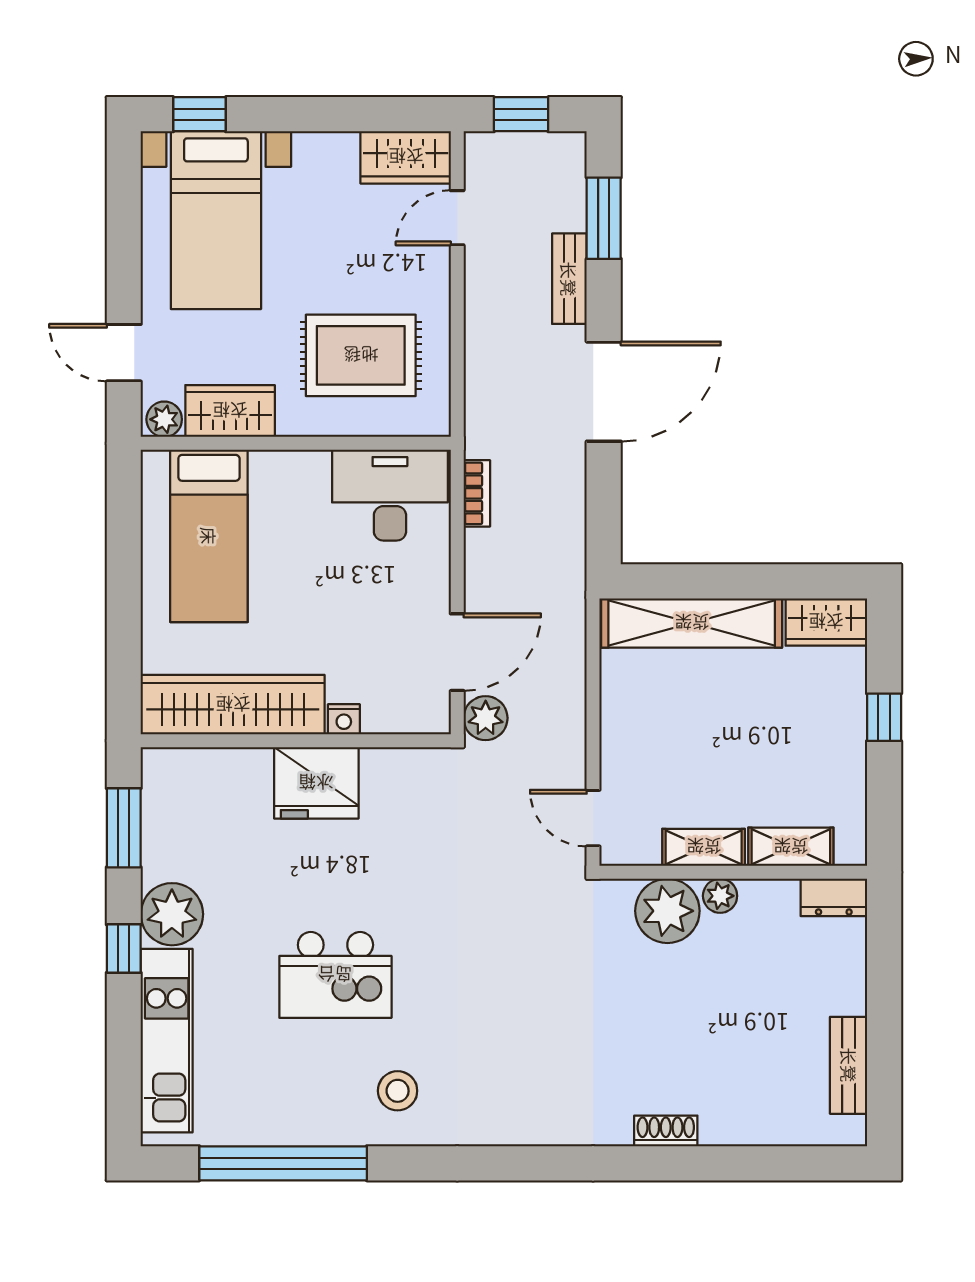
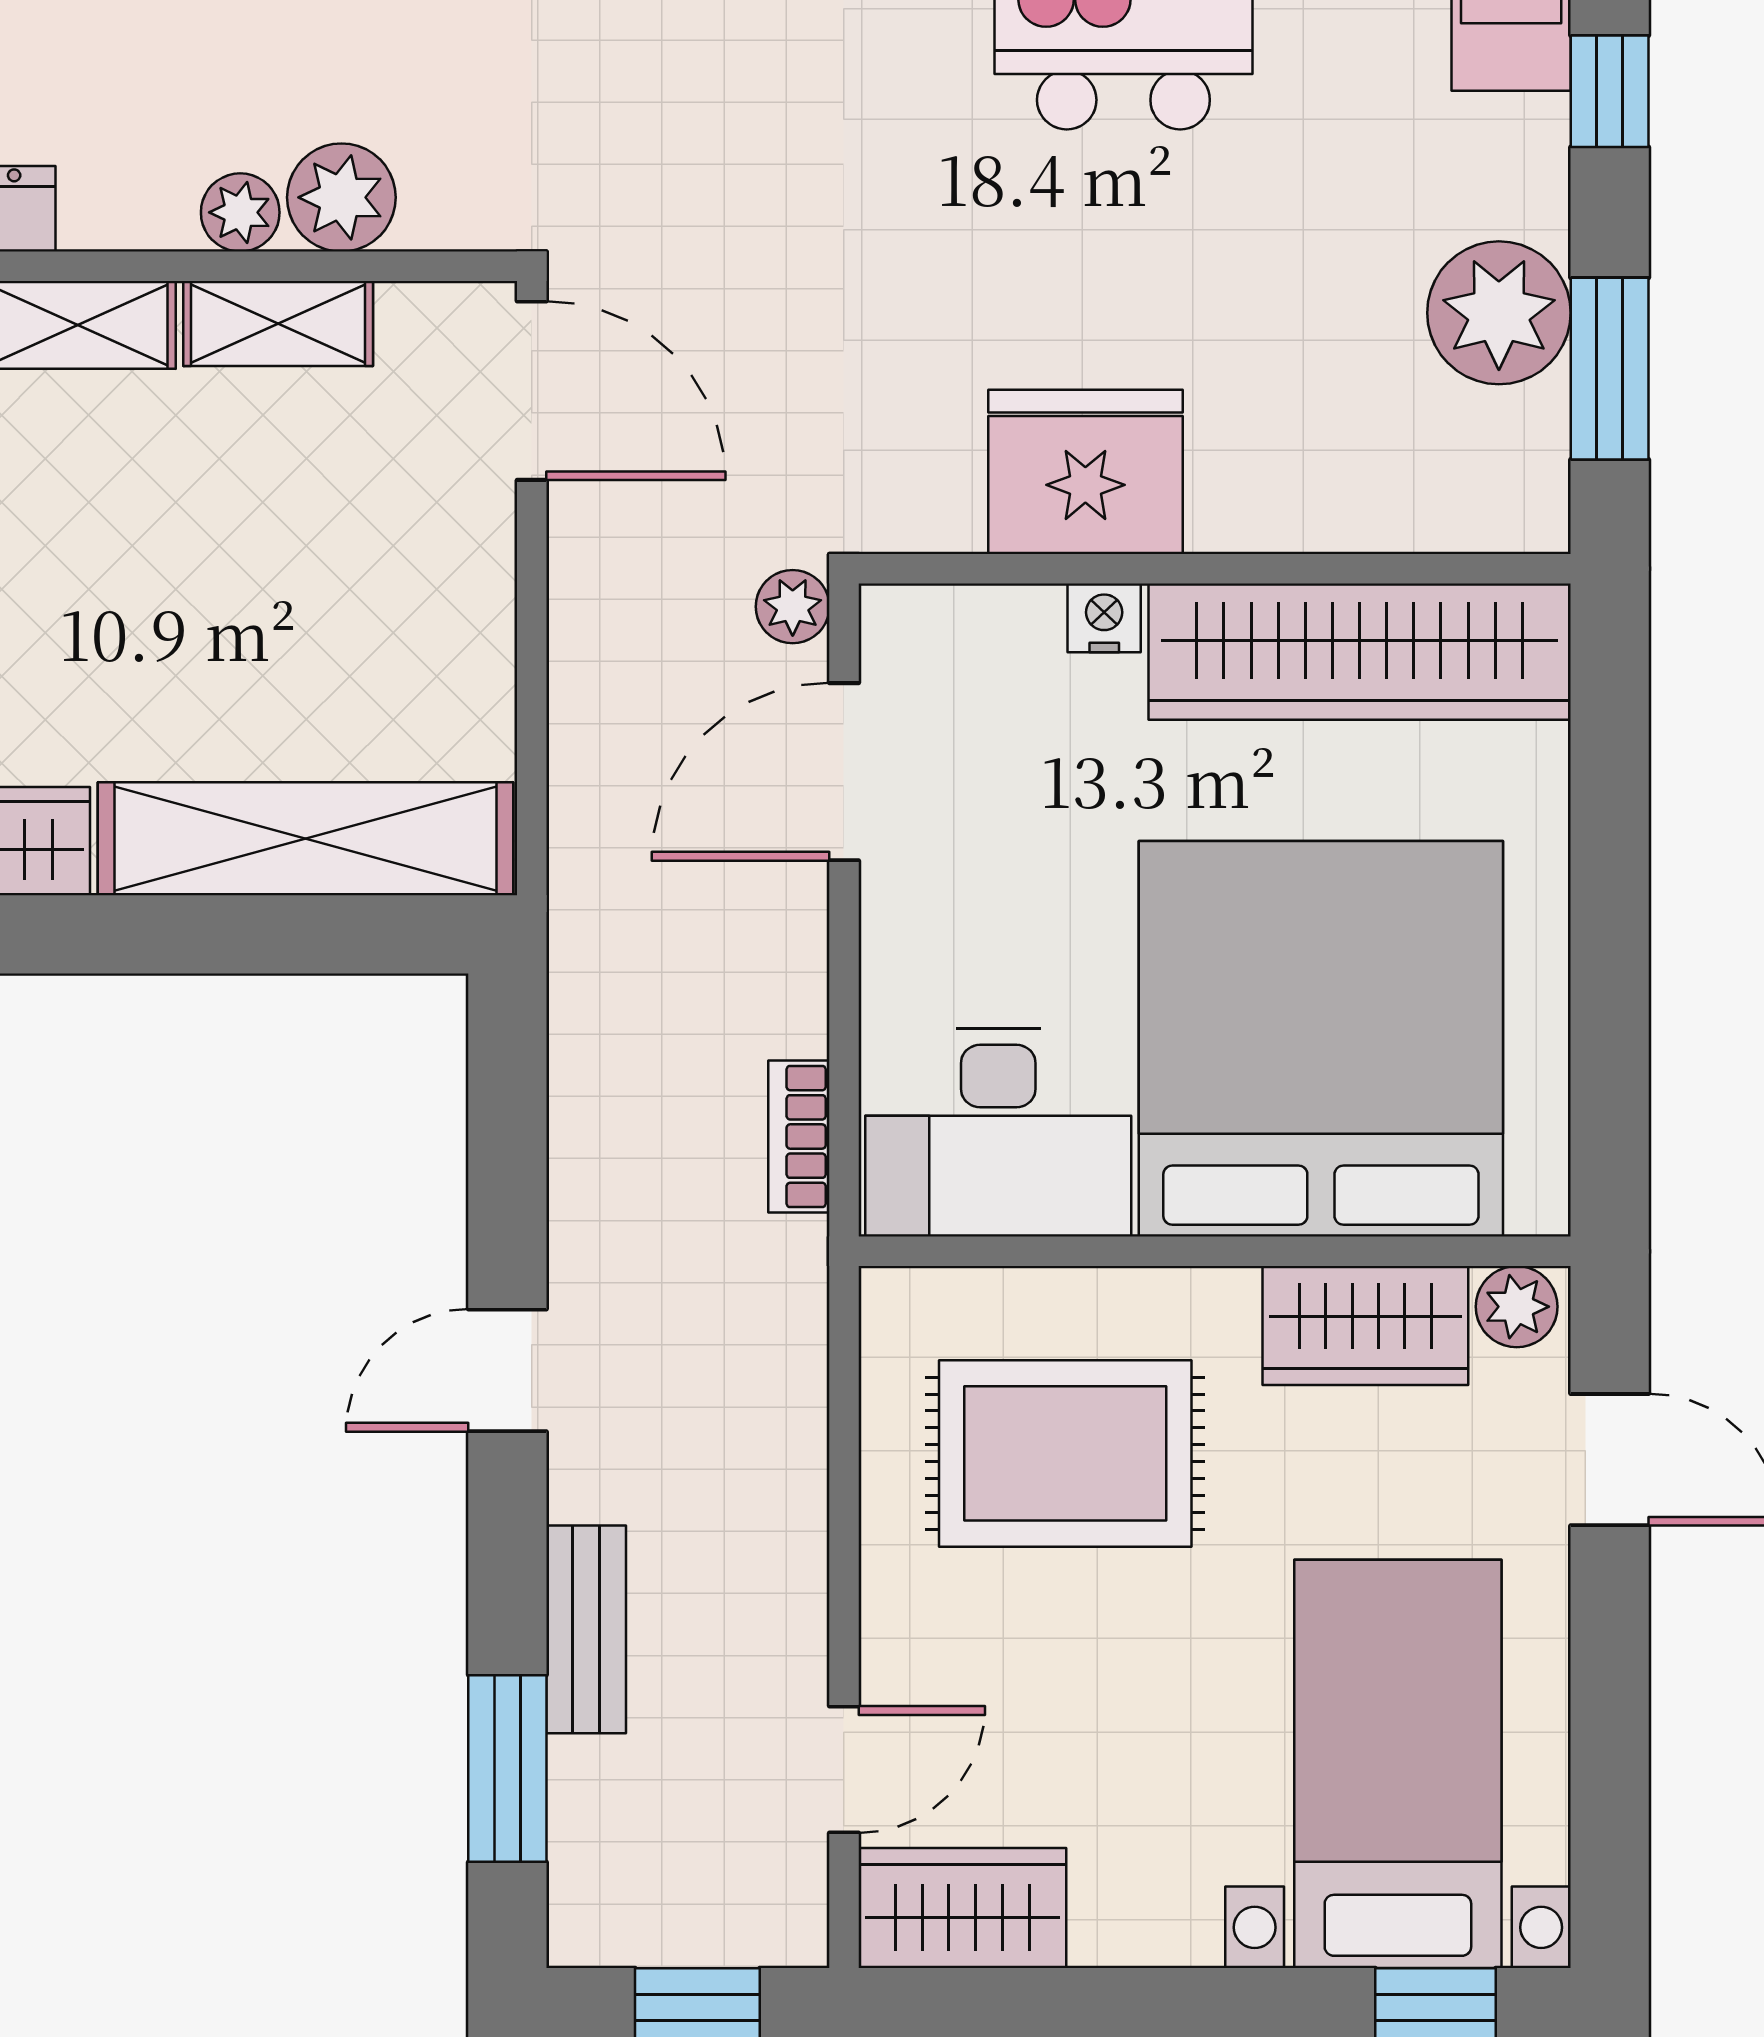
door: (604, 392) -> (507, 1370), width x0.53
bed: (209, 536) -> (1321, 1039), width x2.04
plant: (486, 718) -> (793, 607), width x0.73, depth x0.73
fridge: (316, 783) -> (1085, 472), moved
door: (593, 818) -> (532, 391), width x1.38
plant: (667, 911) -> (341, 197), width x0.73, depth x0.73
plant: (172, 914) -> (1499, 313), moved

